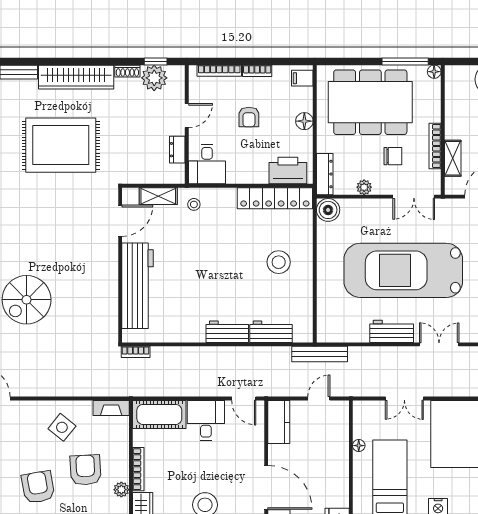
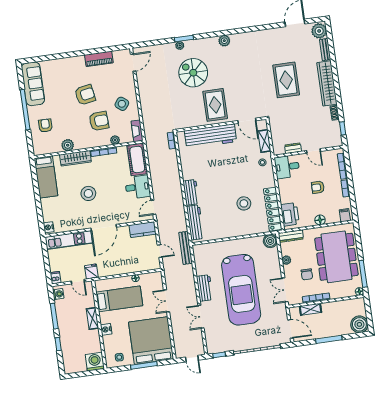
plant: (154, 78) -> (333, 129), removed
rug: (61, 145) -> (286, 80), width x0.73, depth x0.69
stool: (279, 262) -> (244, 203), moved
rug: (86, 270) -> (215, 105), added
car: (403, 270) -> (241, 290), turned 180
workbench: (271, 332) -> (195, 222), width x1.38
double door: (439, 344) -> (201, 317), swing flipped
plant: (121, 490) -> (115, 140), moved

